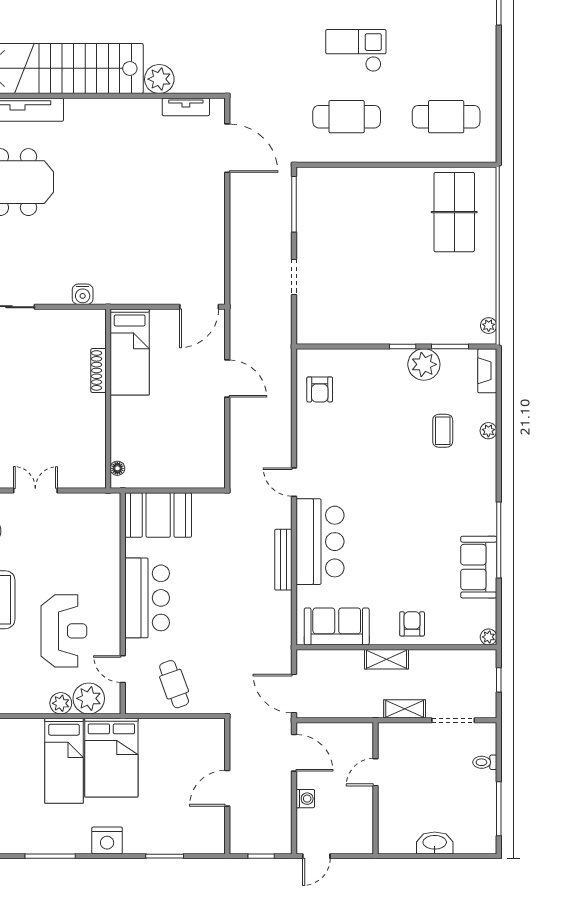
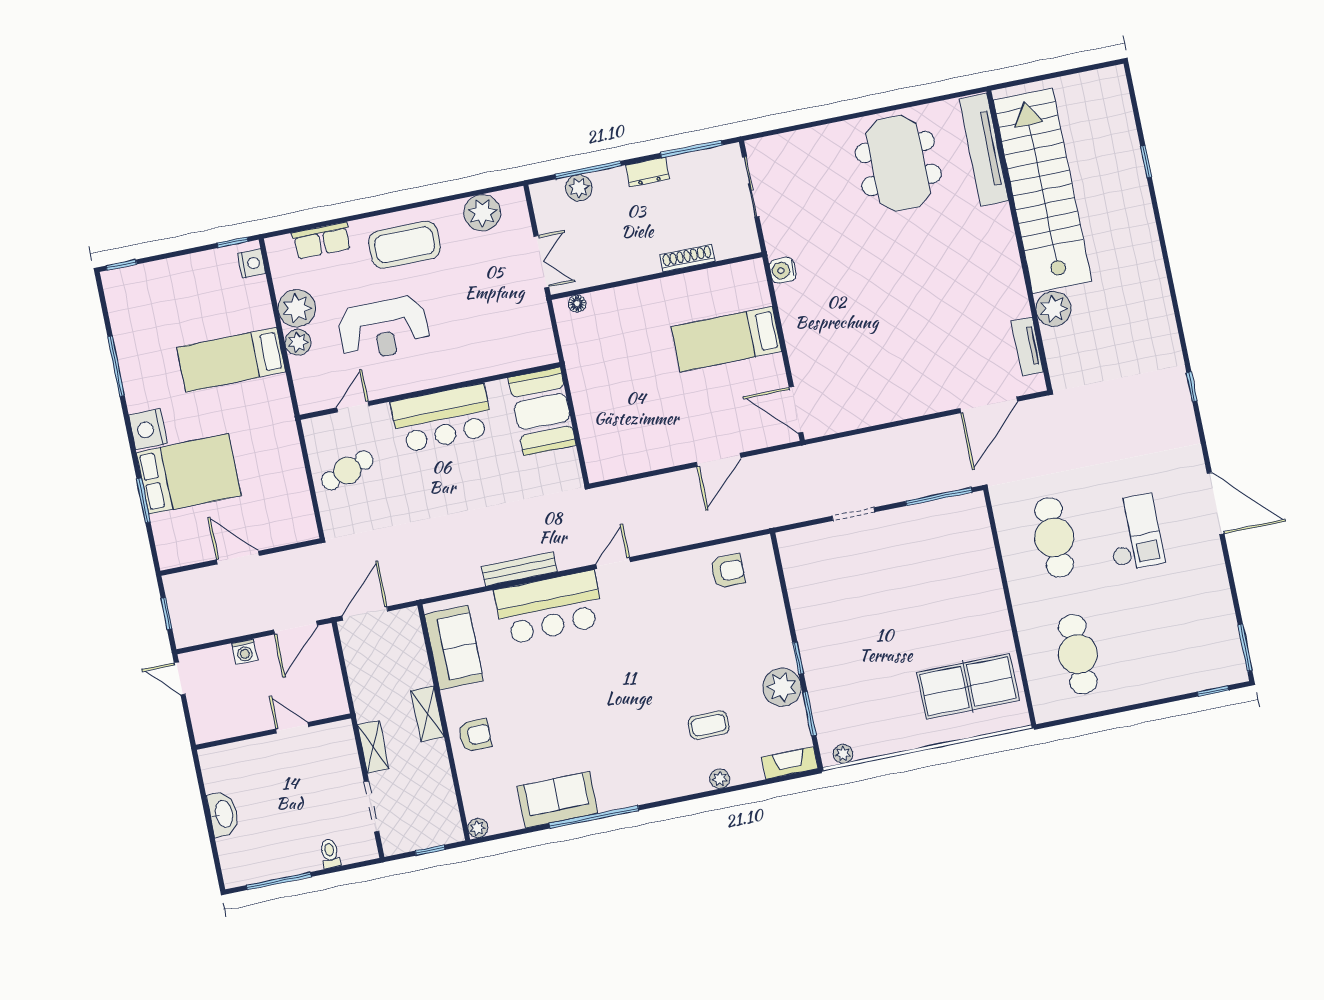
shoe rack: (99, 370) -> (687, 258), moved
armchair: (320, 389) -> (728, 571), turned 180
wall: (108, 399) -> (657, 276), moved
floor lamp: (117, 468) -> (577, 304), moved
plant: (89, 698) -> (297, 308), moved
bed: (111, 758) -> (189, 474), moved, turned 180

